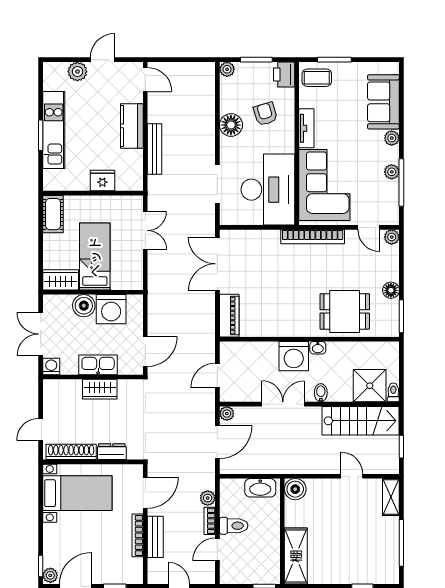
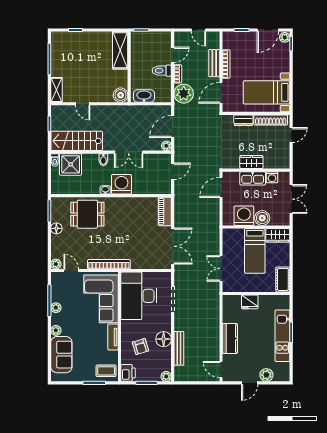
bench: (155, 149) -> (179, 348), moved
washing machine: (51, 367) -> (272, 177), moved
plant: (208, 498) -> (184, 94), width x1.88, depth x1.88

